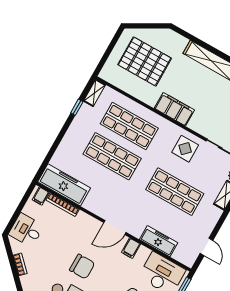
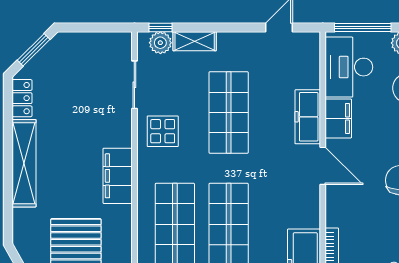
freezer: (159, 241) -> (308, 117), moved
filing cabinet: (131, 248) -> (338, 118), width x2.00

